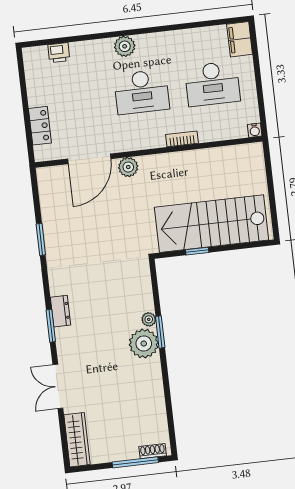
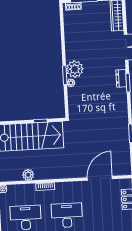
plant: (128, 167) -> (28, 175), moved
dresser: (61, 311) -> (121, 78), moved

